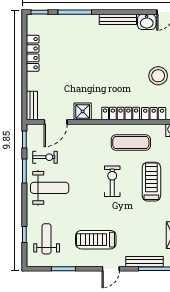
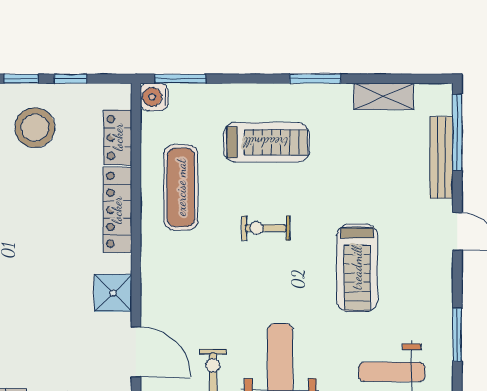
exercise bike: (112, 181) -> (266, 228), width x0.73, depth x0.72
treadmill: (151, 182) -> (266, 142), turned 180
treadmill: (96, 240) -> (357, 268), moved

